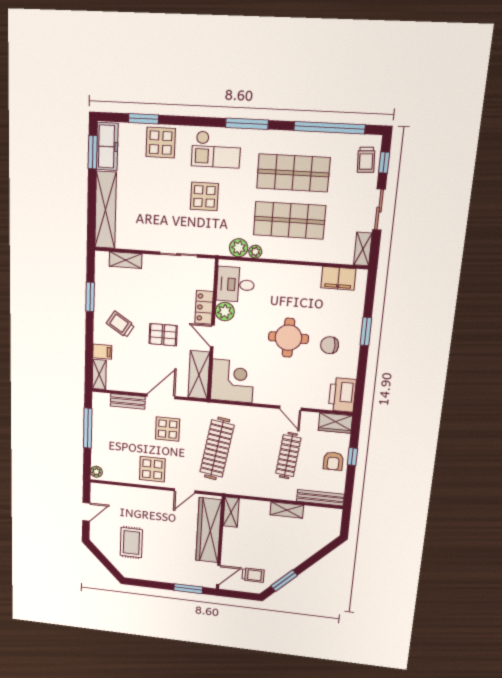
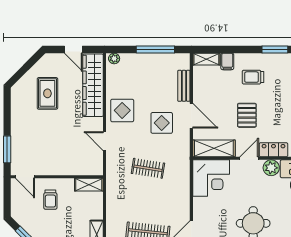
trolley: (120, 324) -> (253, 77), turned -122
clothes rail: (217, 449) -> (148, 168), width x0.54, depth x0.76
wardrobe: (209, 530) -> (93, 85), moved, turned -90
rug: (131, 543) -> (47, 93), turned 90
trolley: (253, 575) -> (50, 200), moved

